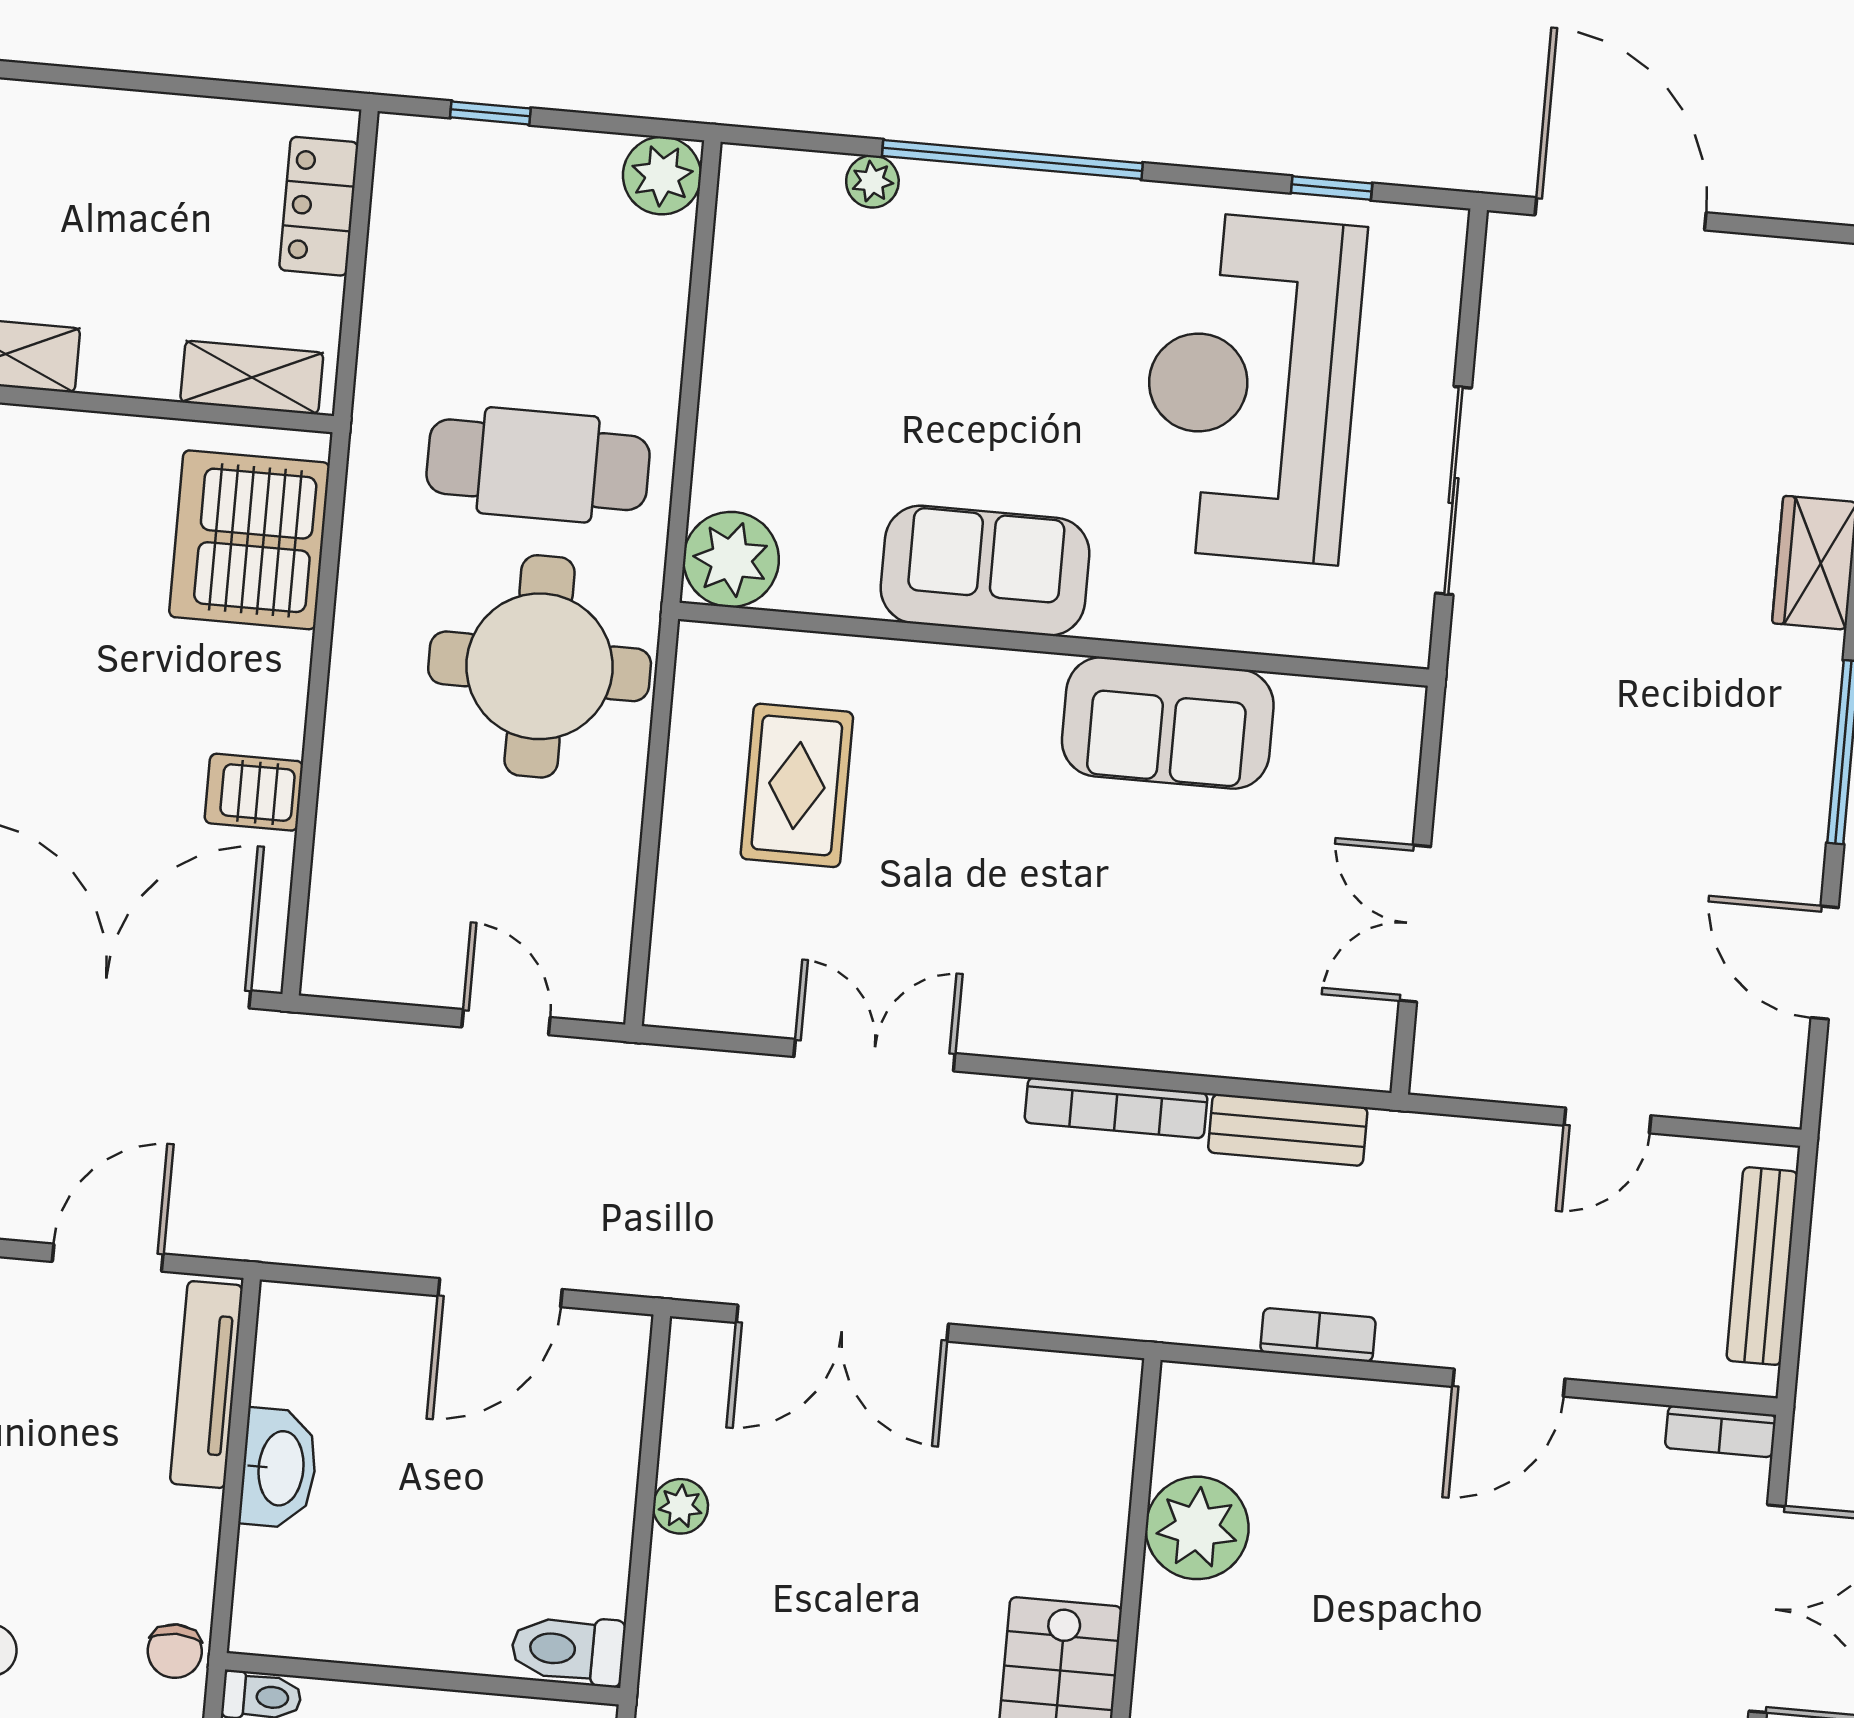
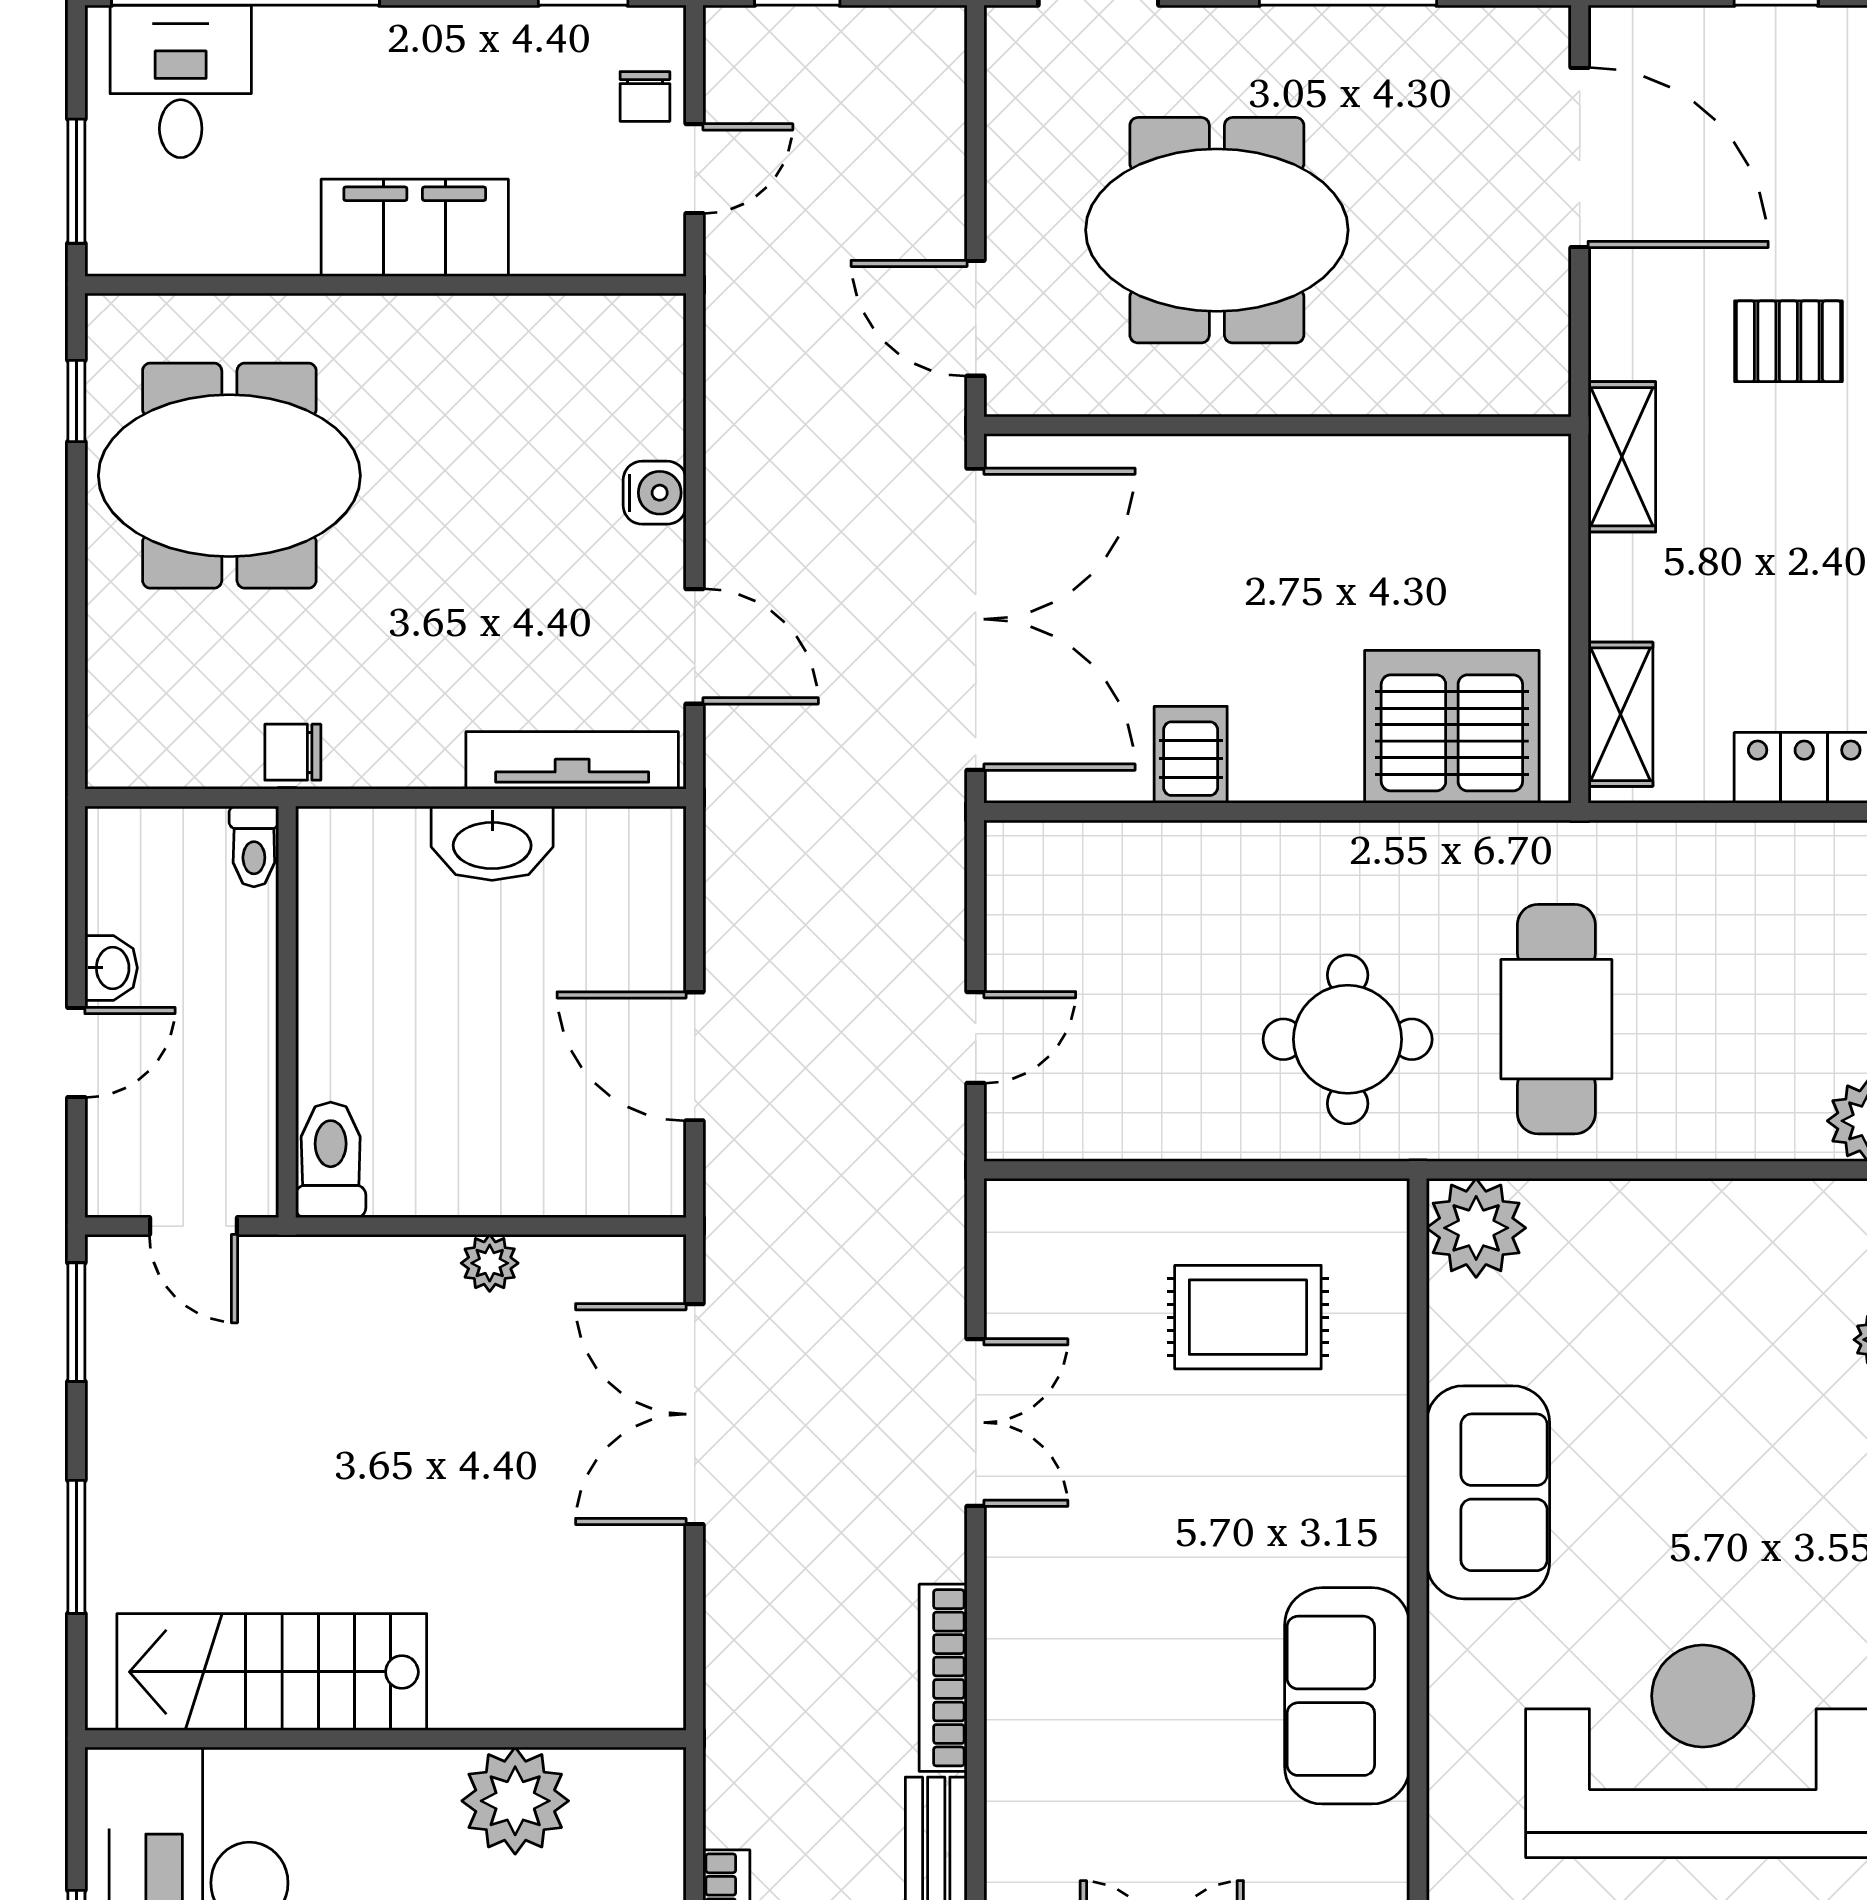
round table: (540, 666) -> (1348, 1039), width x0.73, depth x0.73

